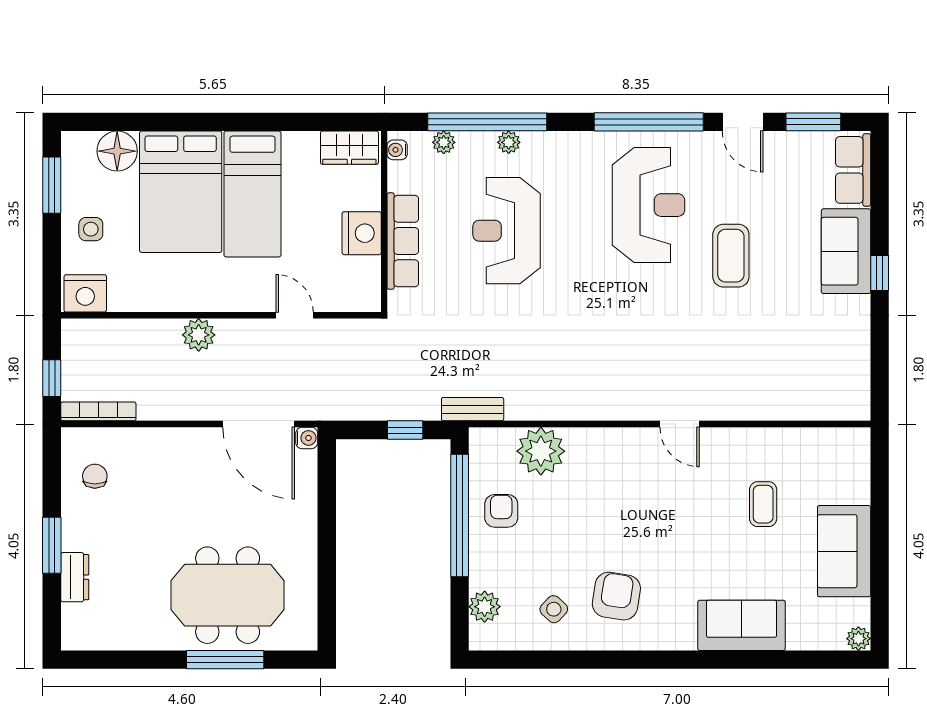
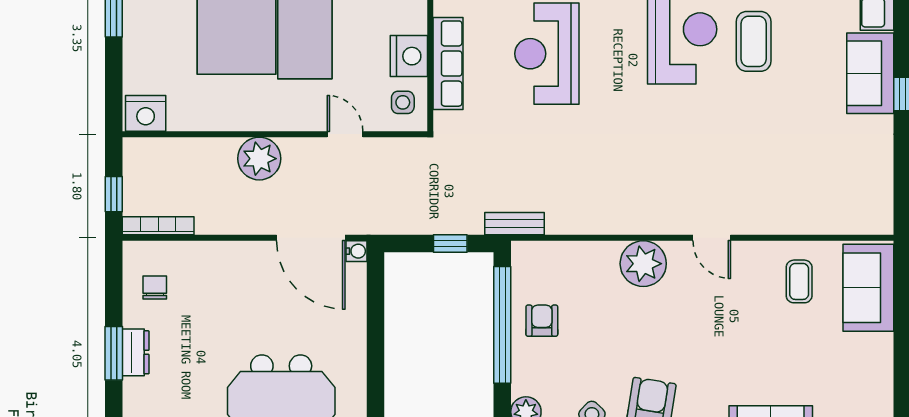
side table: (91, 229) -> (403, 102), moved
coffee table: (731, 256) -> (754, 41), moved
plant: (199, 335) -> (259, 159), width x1.36, depth x1.36
plant: (541, 451) -> (643, 264), moved
coffee table: (763, 504) -> (799, 281), moved
sofa: (844, 551) -> (868, 288), moved
dresser: (75, 577) -> (136, 352), moved

